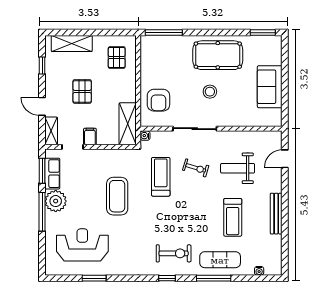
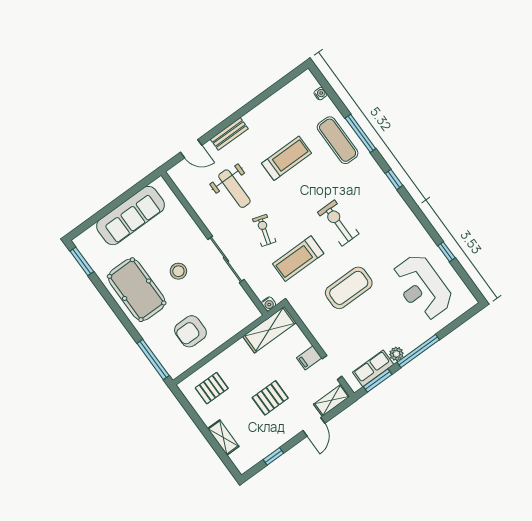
shelving: (72, 43) -> (223, 437), width x0.67, depth x0.75
sofa: (270, 87) -> (131, 216), width x1.36
armchair: (158, 100) -> (190, 331), moved, turned 180
plant: (56, 201) -> (396, 354), width x0.53, depth x0.53
bench: (276, 214) -> (229, 134), moved, width x0.73
exercise bike: (174, 253) -> (338, 223), moved
window: (94, 278) -> (446, 252), width x0.67

